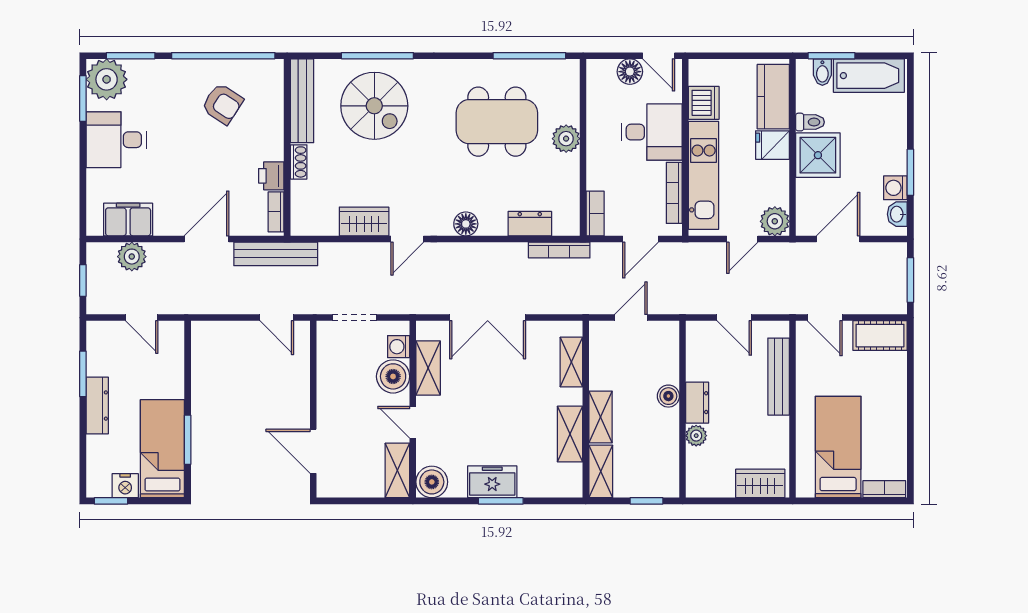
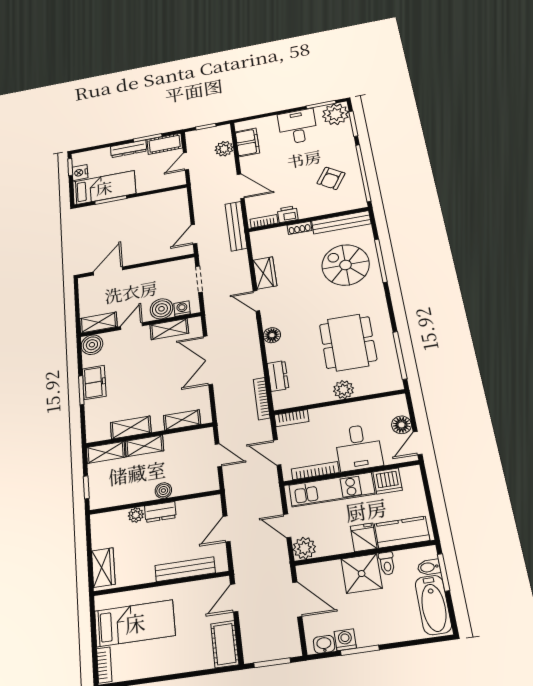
spiral stairs: (374, 106) -> (346, 265), turned 90
cot: (101, 348) -> (165, 144), added

